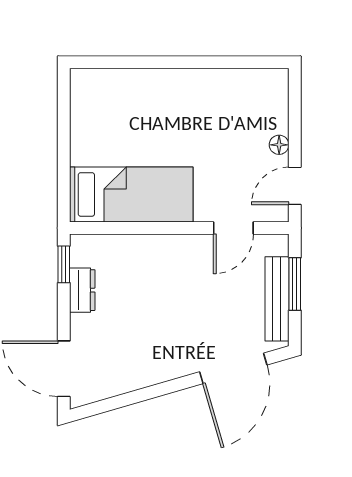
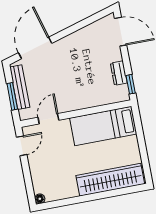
wardrobe: (137, 89) -> (110, 180), added
floor lamp: (279, 145) -> (40, 199), moved

